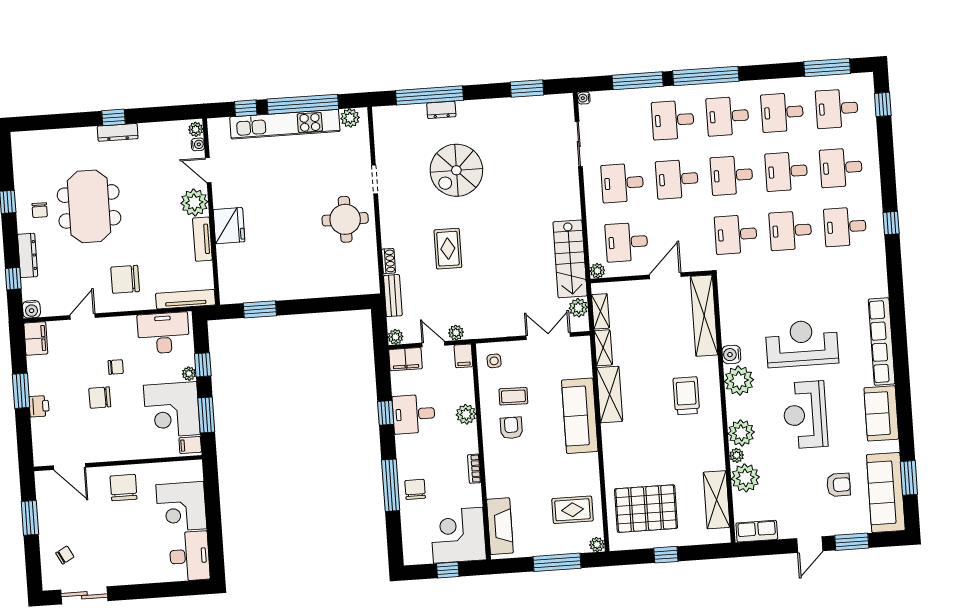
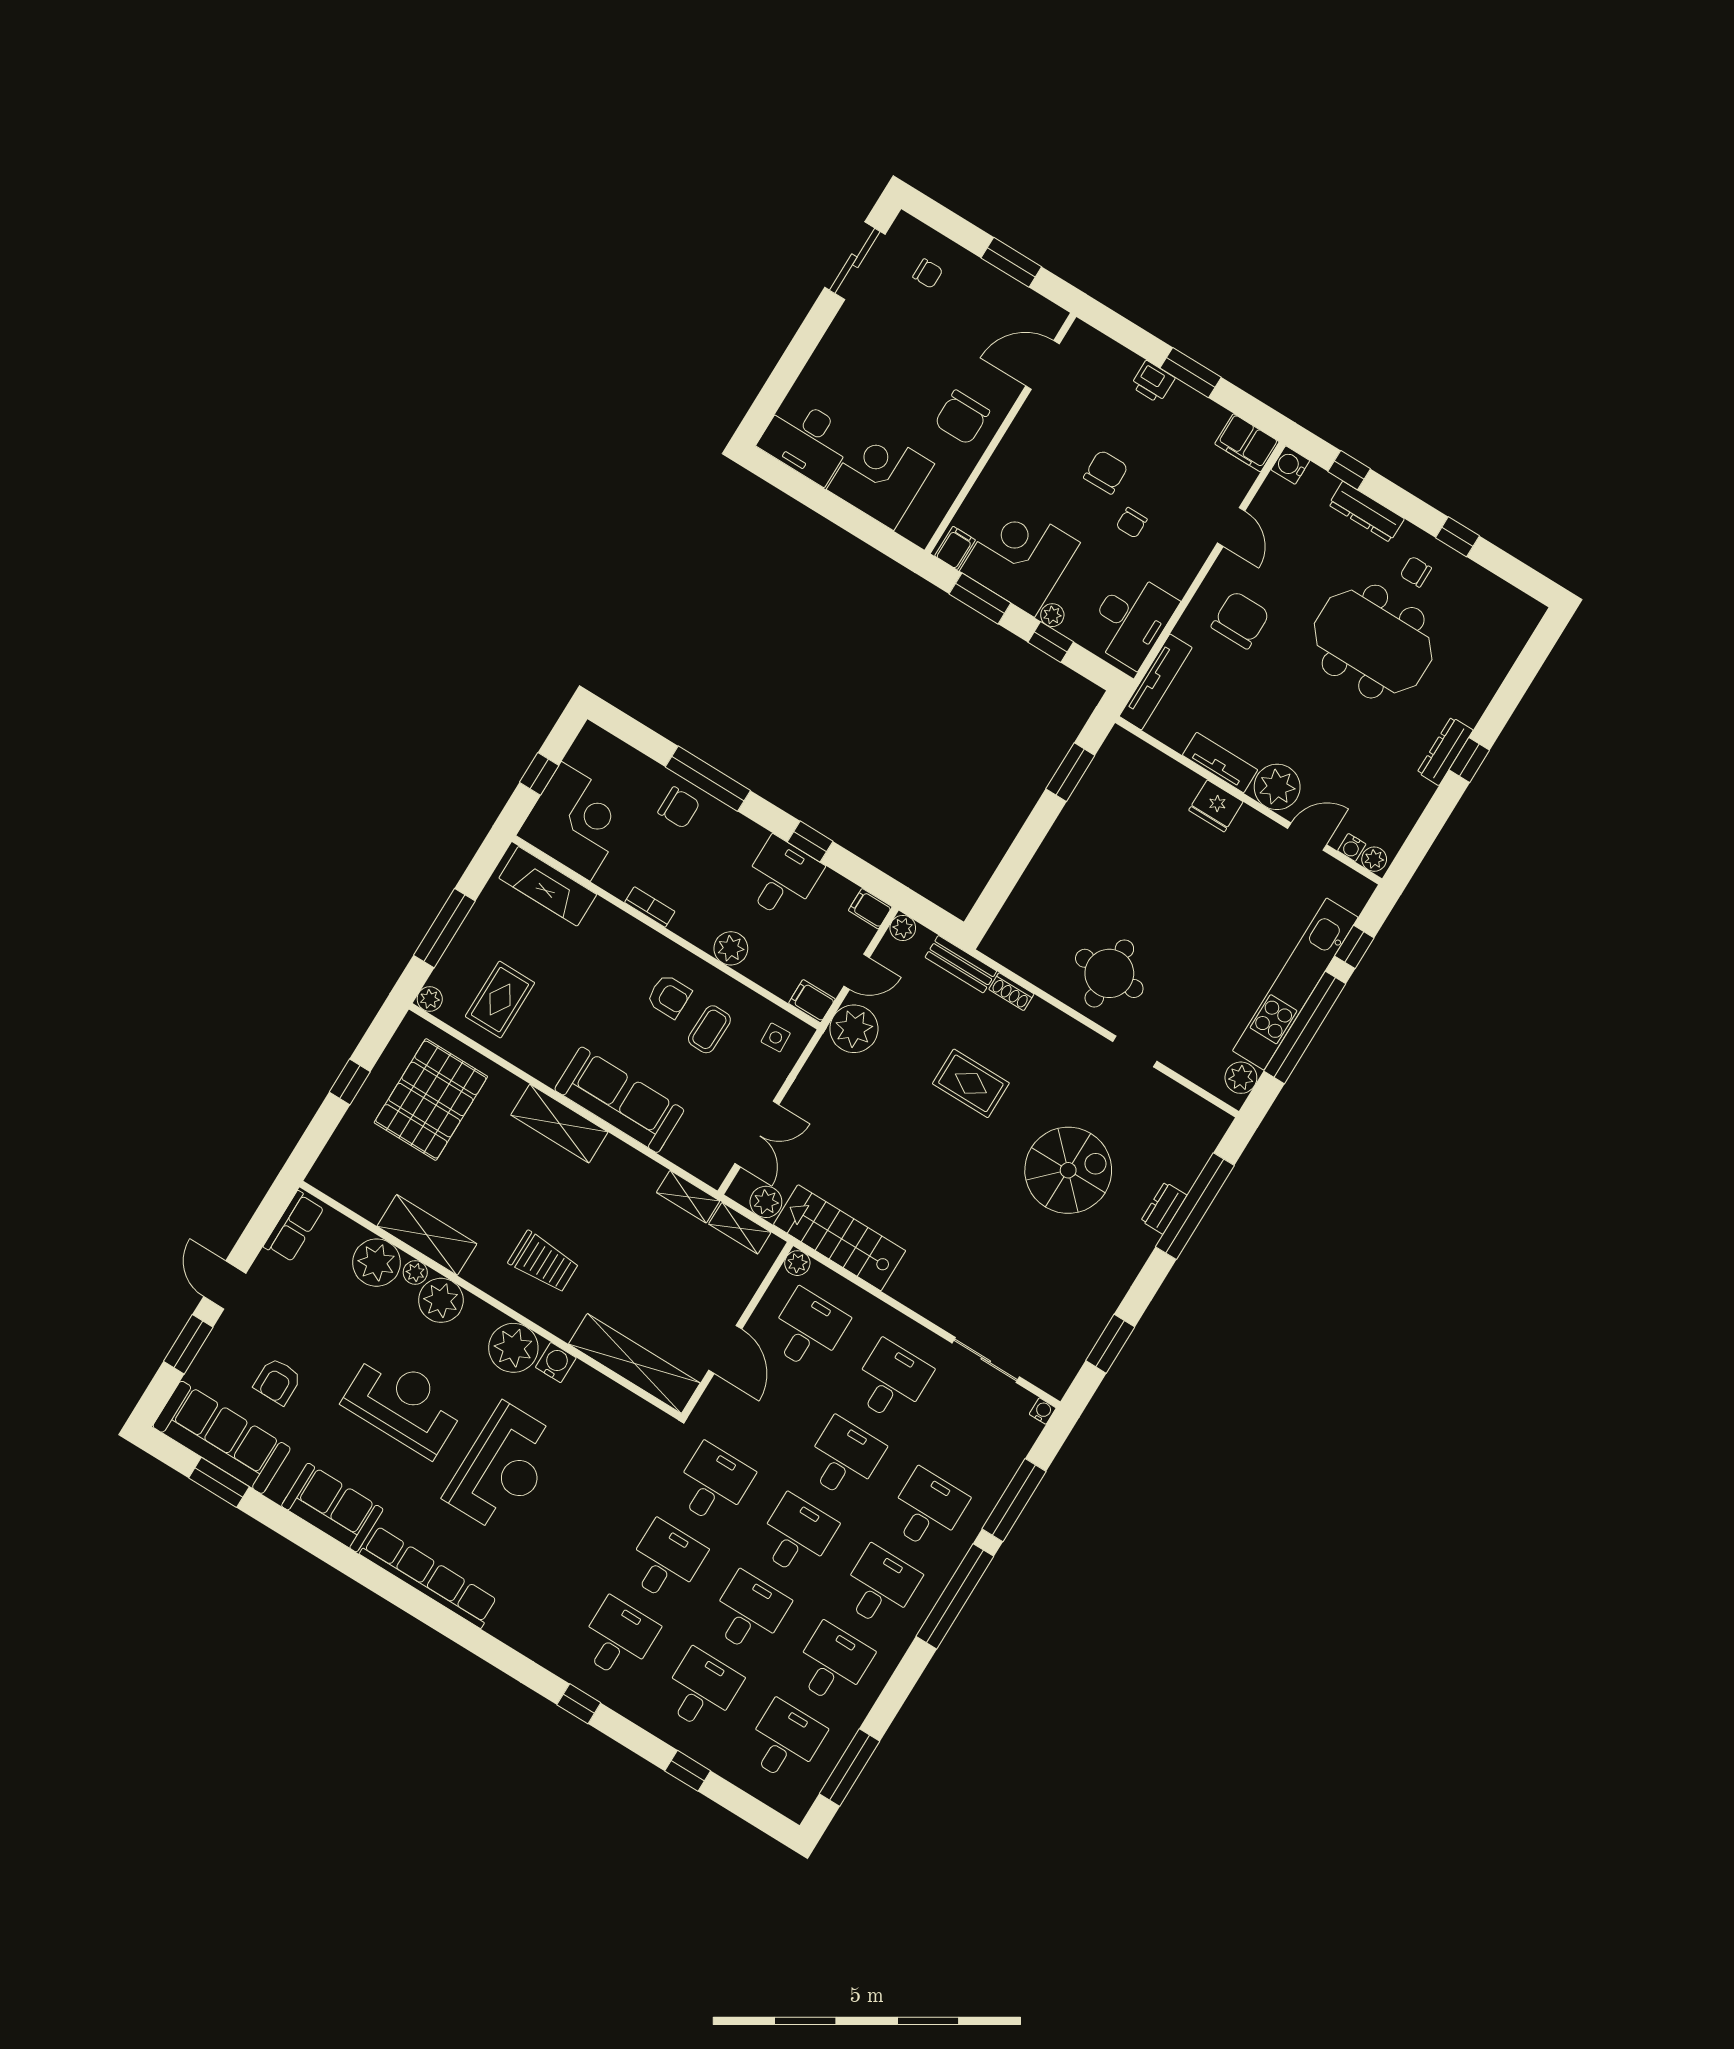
window: (883, 104) -> (688, 1771), moved
spiral stairs: (456, 170) -> (1068, 1170), turned 90
fridge: (229, 226) -> (1216, 806), width x0.73, depth x0.75
plant: (456, 333) -> (854, 1029), width x1.87, depth x1.87
filing cabinet: (405, 359) -> (870, 909), width x0.50
shelving: (610, 395) -> (559, 1124), moved
chair: (124, 488) -> (962, 417), turned 90
shelving: (717, 500) -> (427, 1235), moved
chair: (65, 555) -> (928, 274), turned -62

